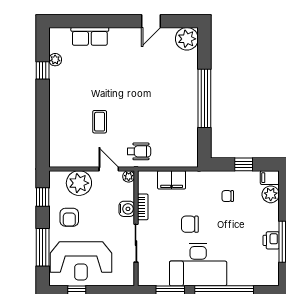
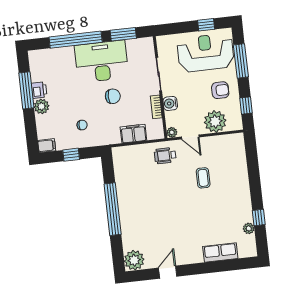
plant: (271, 194) -> (41, 106), moved
armchair: (69, 217) -> (220, 90), turned 90

